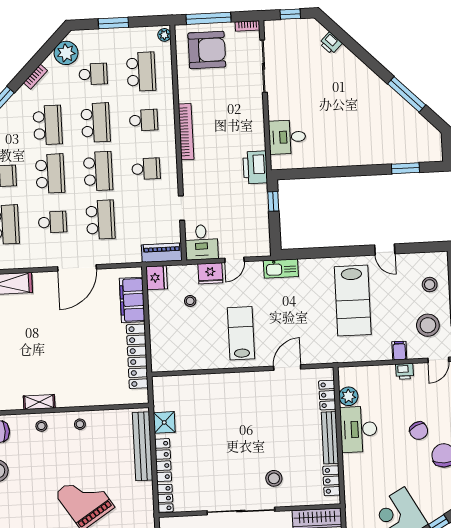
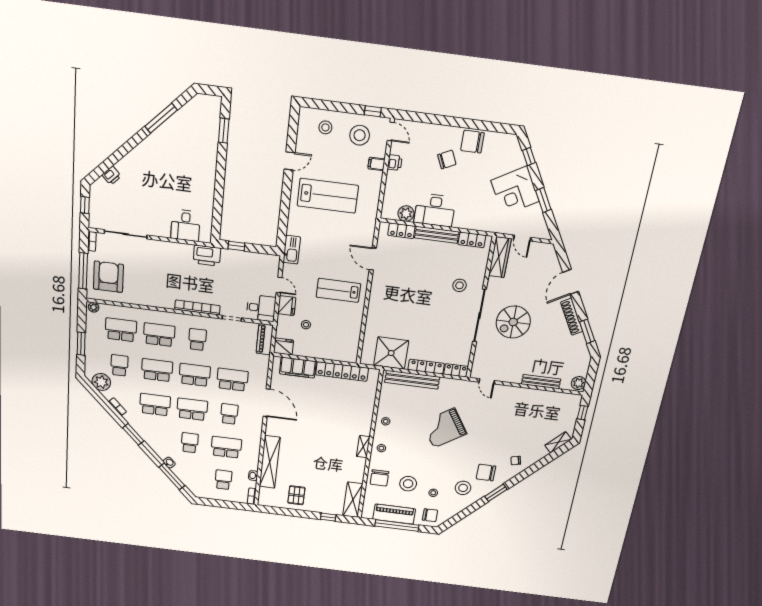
school desk: (144, 120) -> (159, 335), width x1.85
bookcase: (186, 132) -> (197, 308), moved
shower: (164, 422) -> (391, 353), width x1.86, depth x1.86

